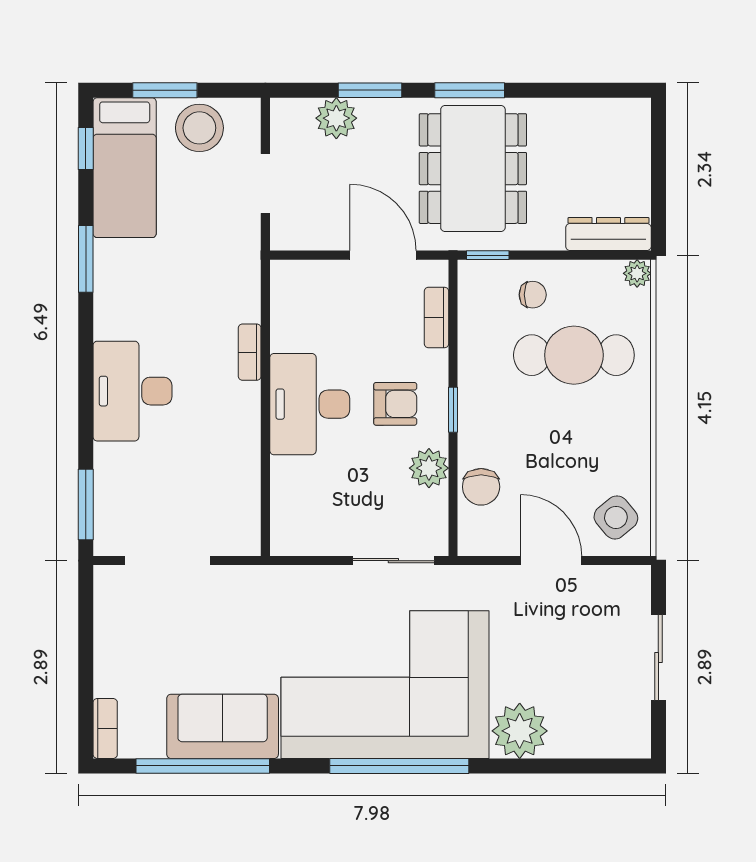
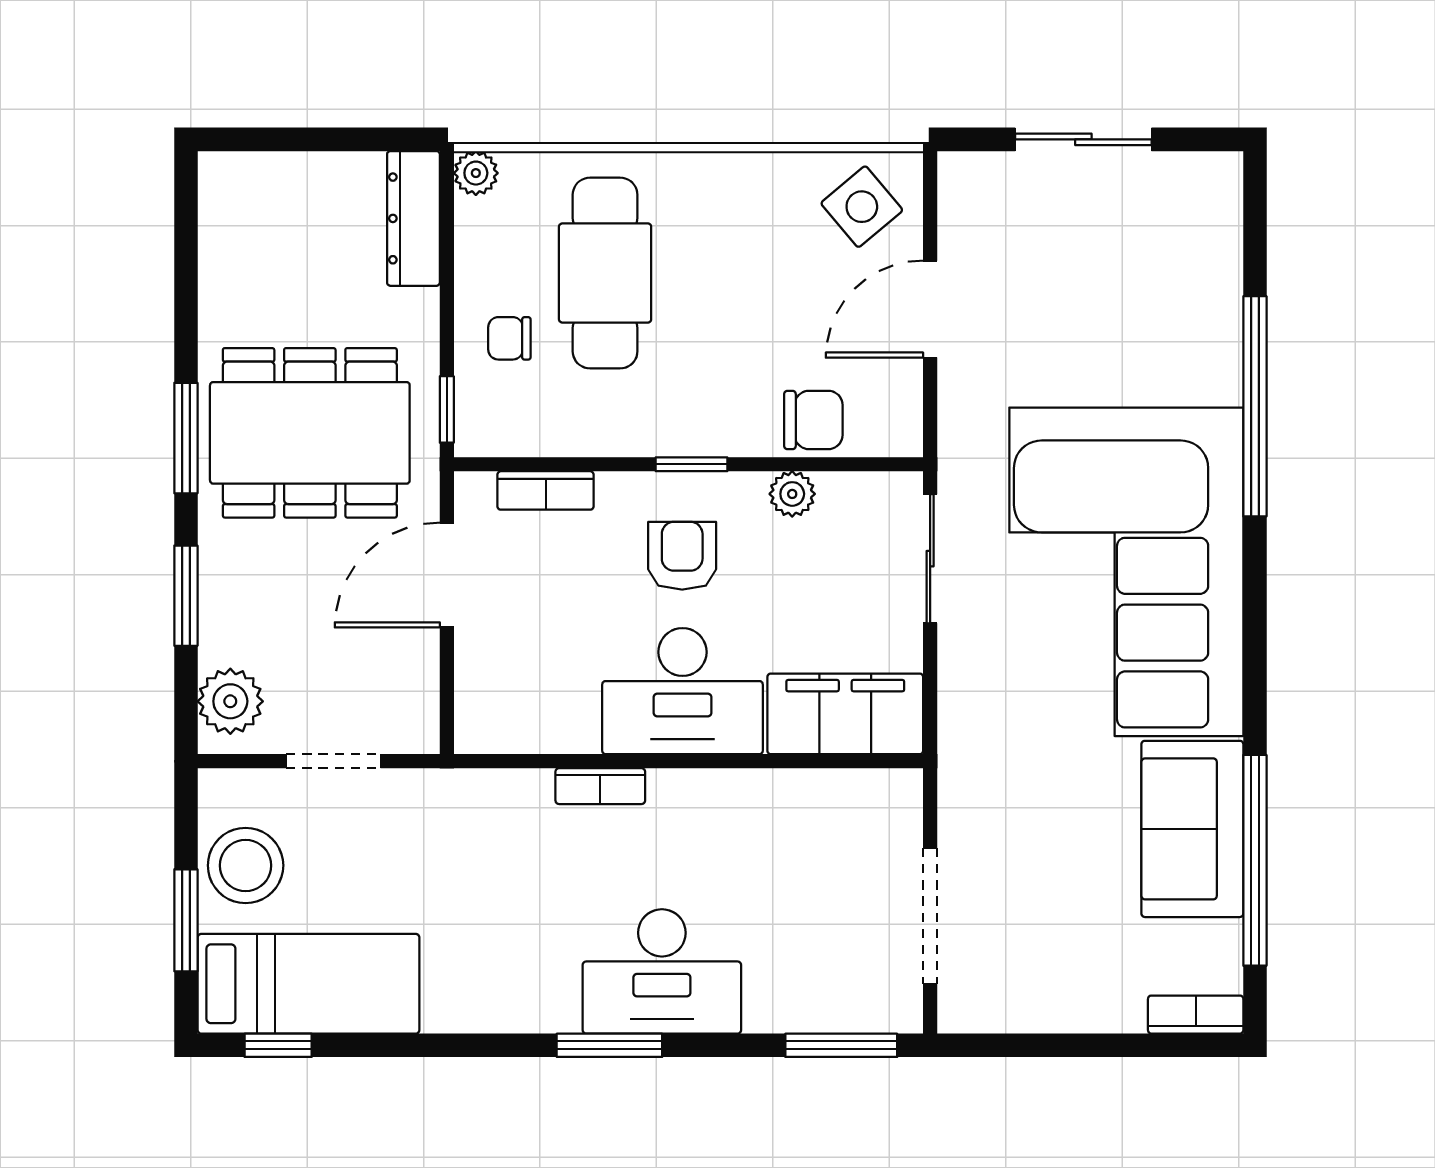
plant: (336, 118) -> (230, 701), moved
window: (86, 259) -> (609, 1045), moved
chair: (533, 295) -> (509, 338), turned -90
plant: (429, 468) -> (792, 494), width x0.73, depth x0.73
filing cabinet: (295, 507) -> (845, 714), added
plant: (520, 731) -> (1199, 359), removed
window: (399, 766) -> (1255, 406), moved

